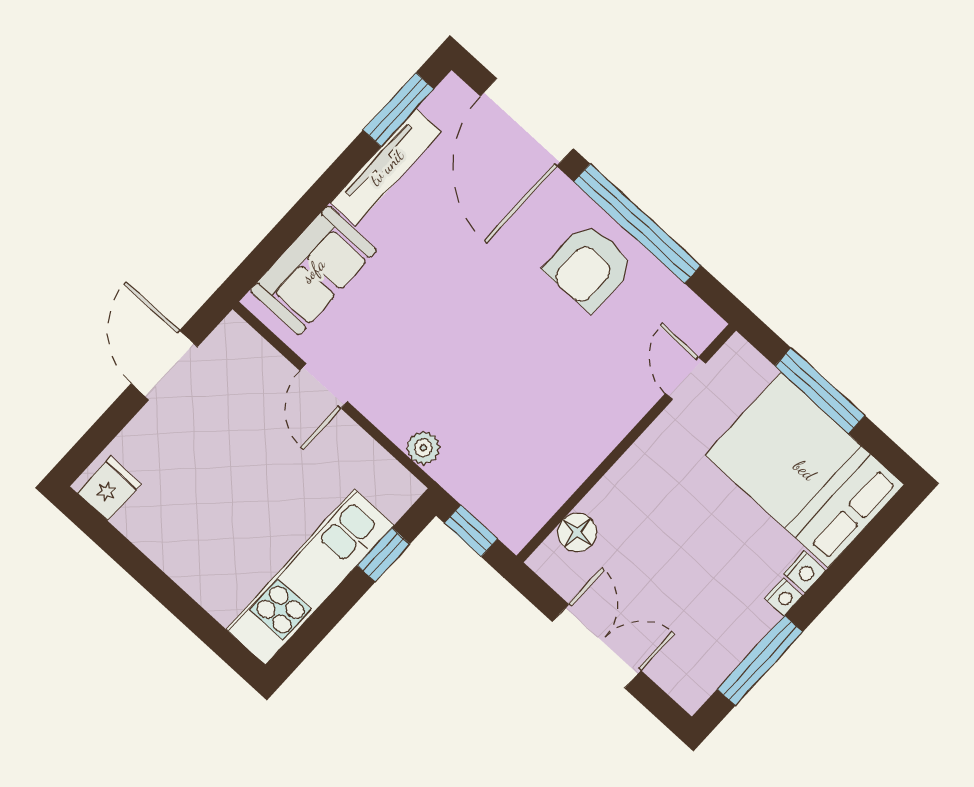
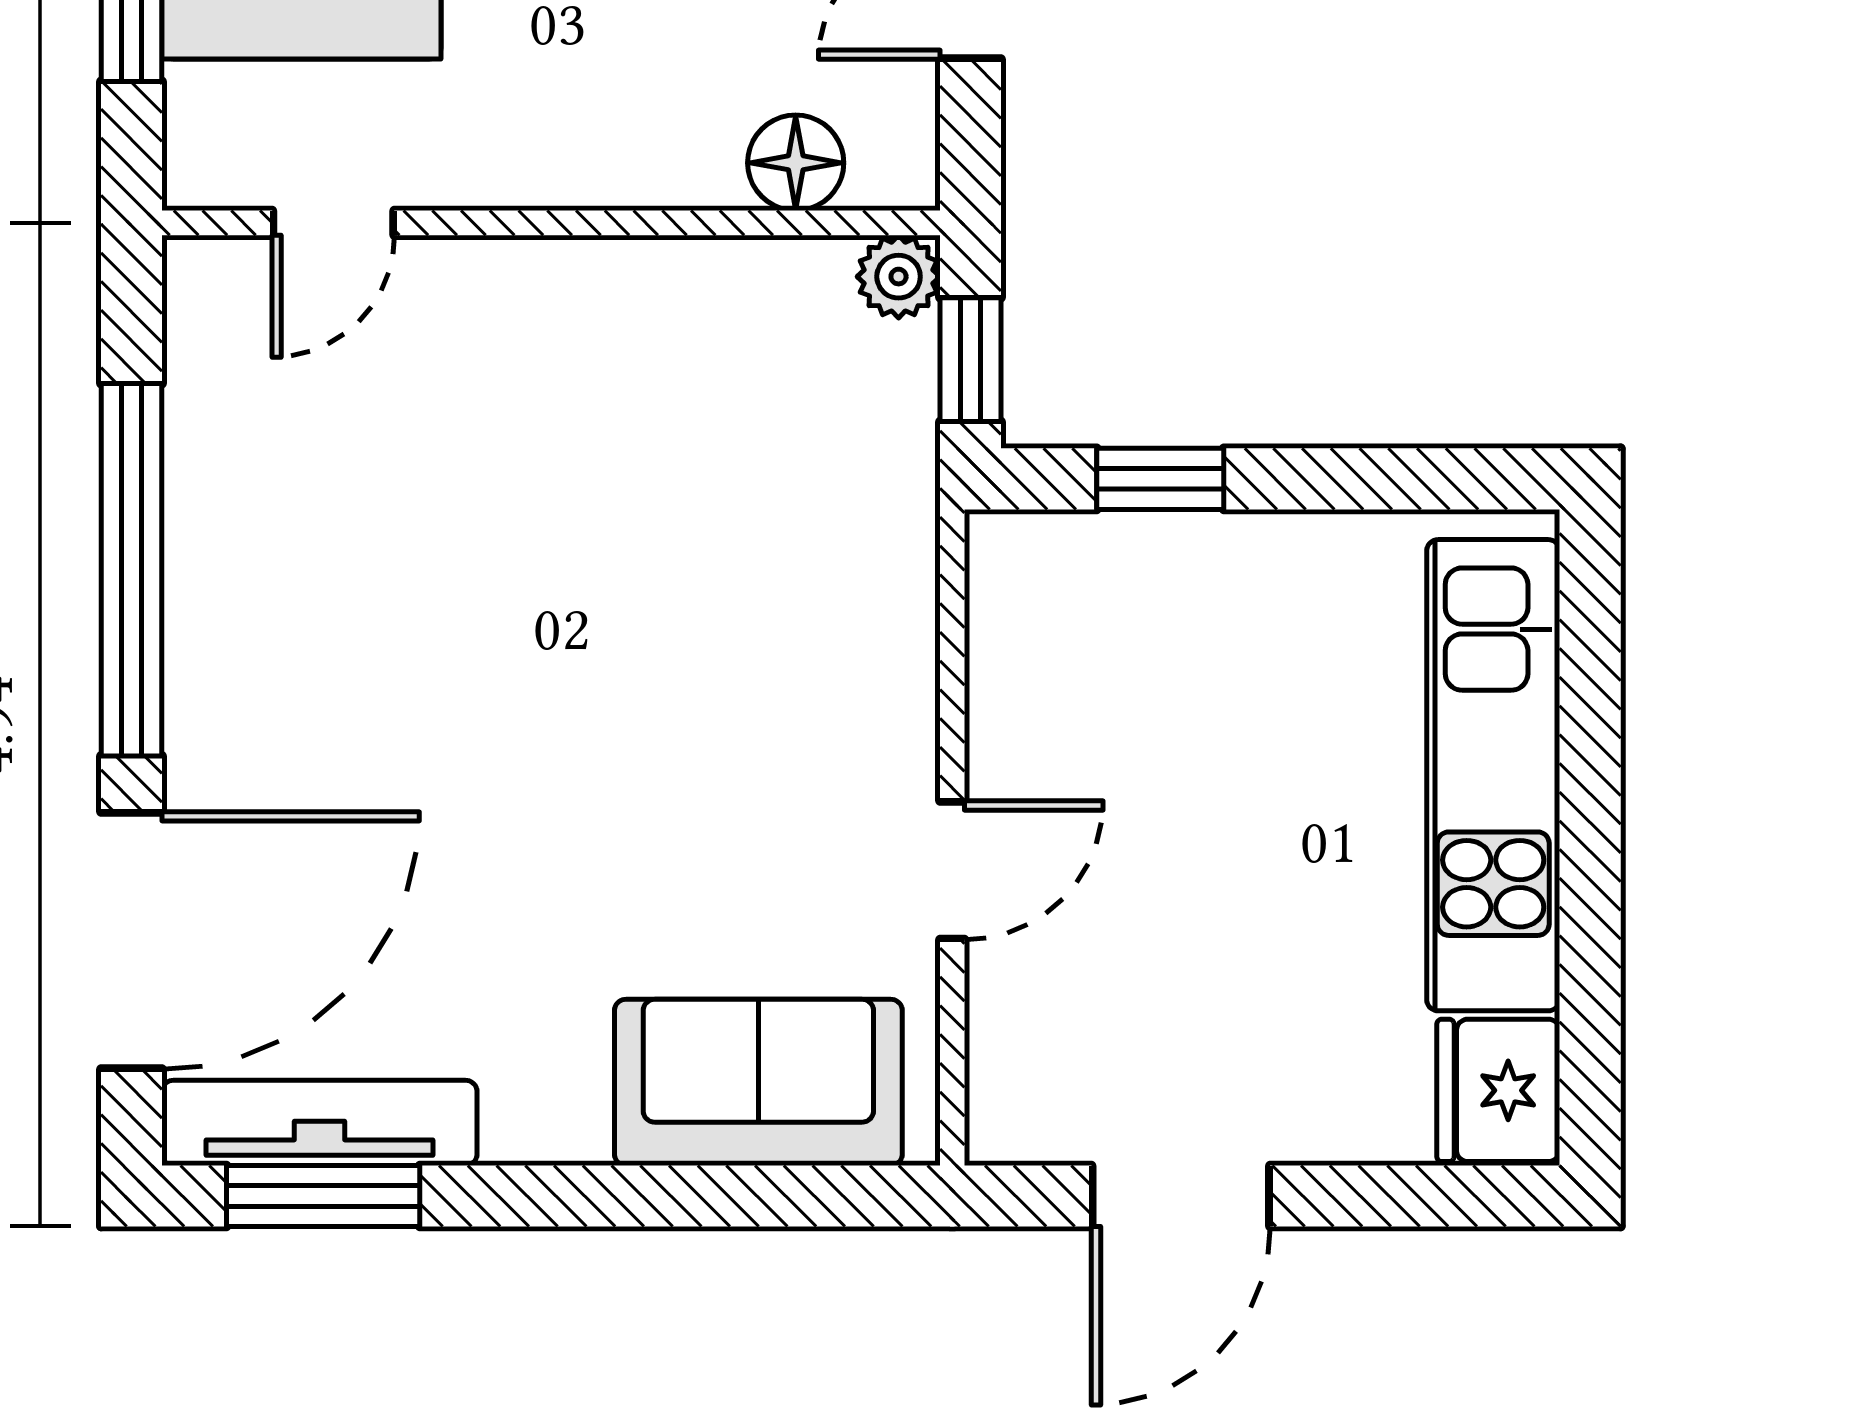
tv unit: (386, 167) -> (319, 1123), moved
armchair: (589, 267) -> (291, 585), removed
plant: (423, 448) -> (899, 277), moved
fridge: (109, 489) -> (1498, 1090), width x1.38
kitchen unit: (310, 577) -> (1493, 775), moved, turned 90

